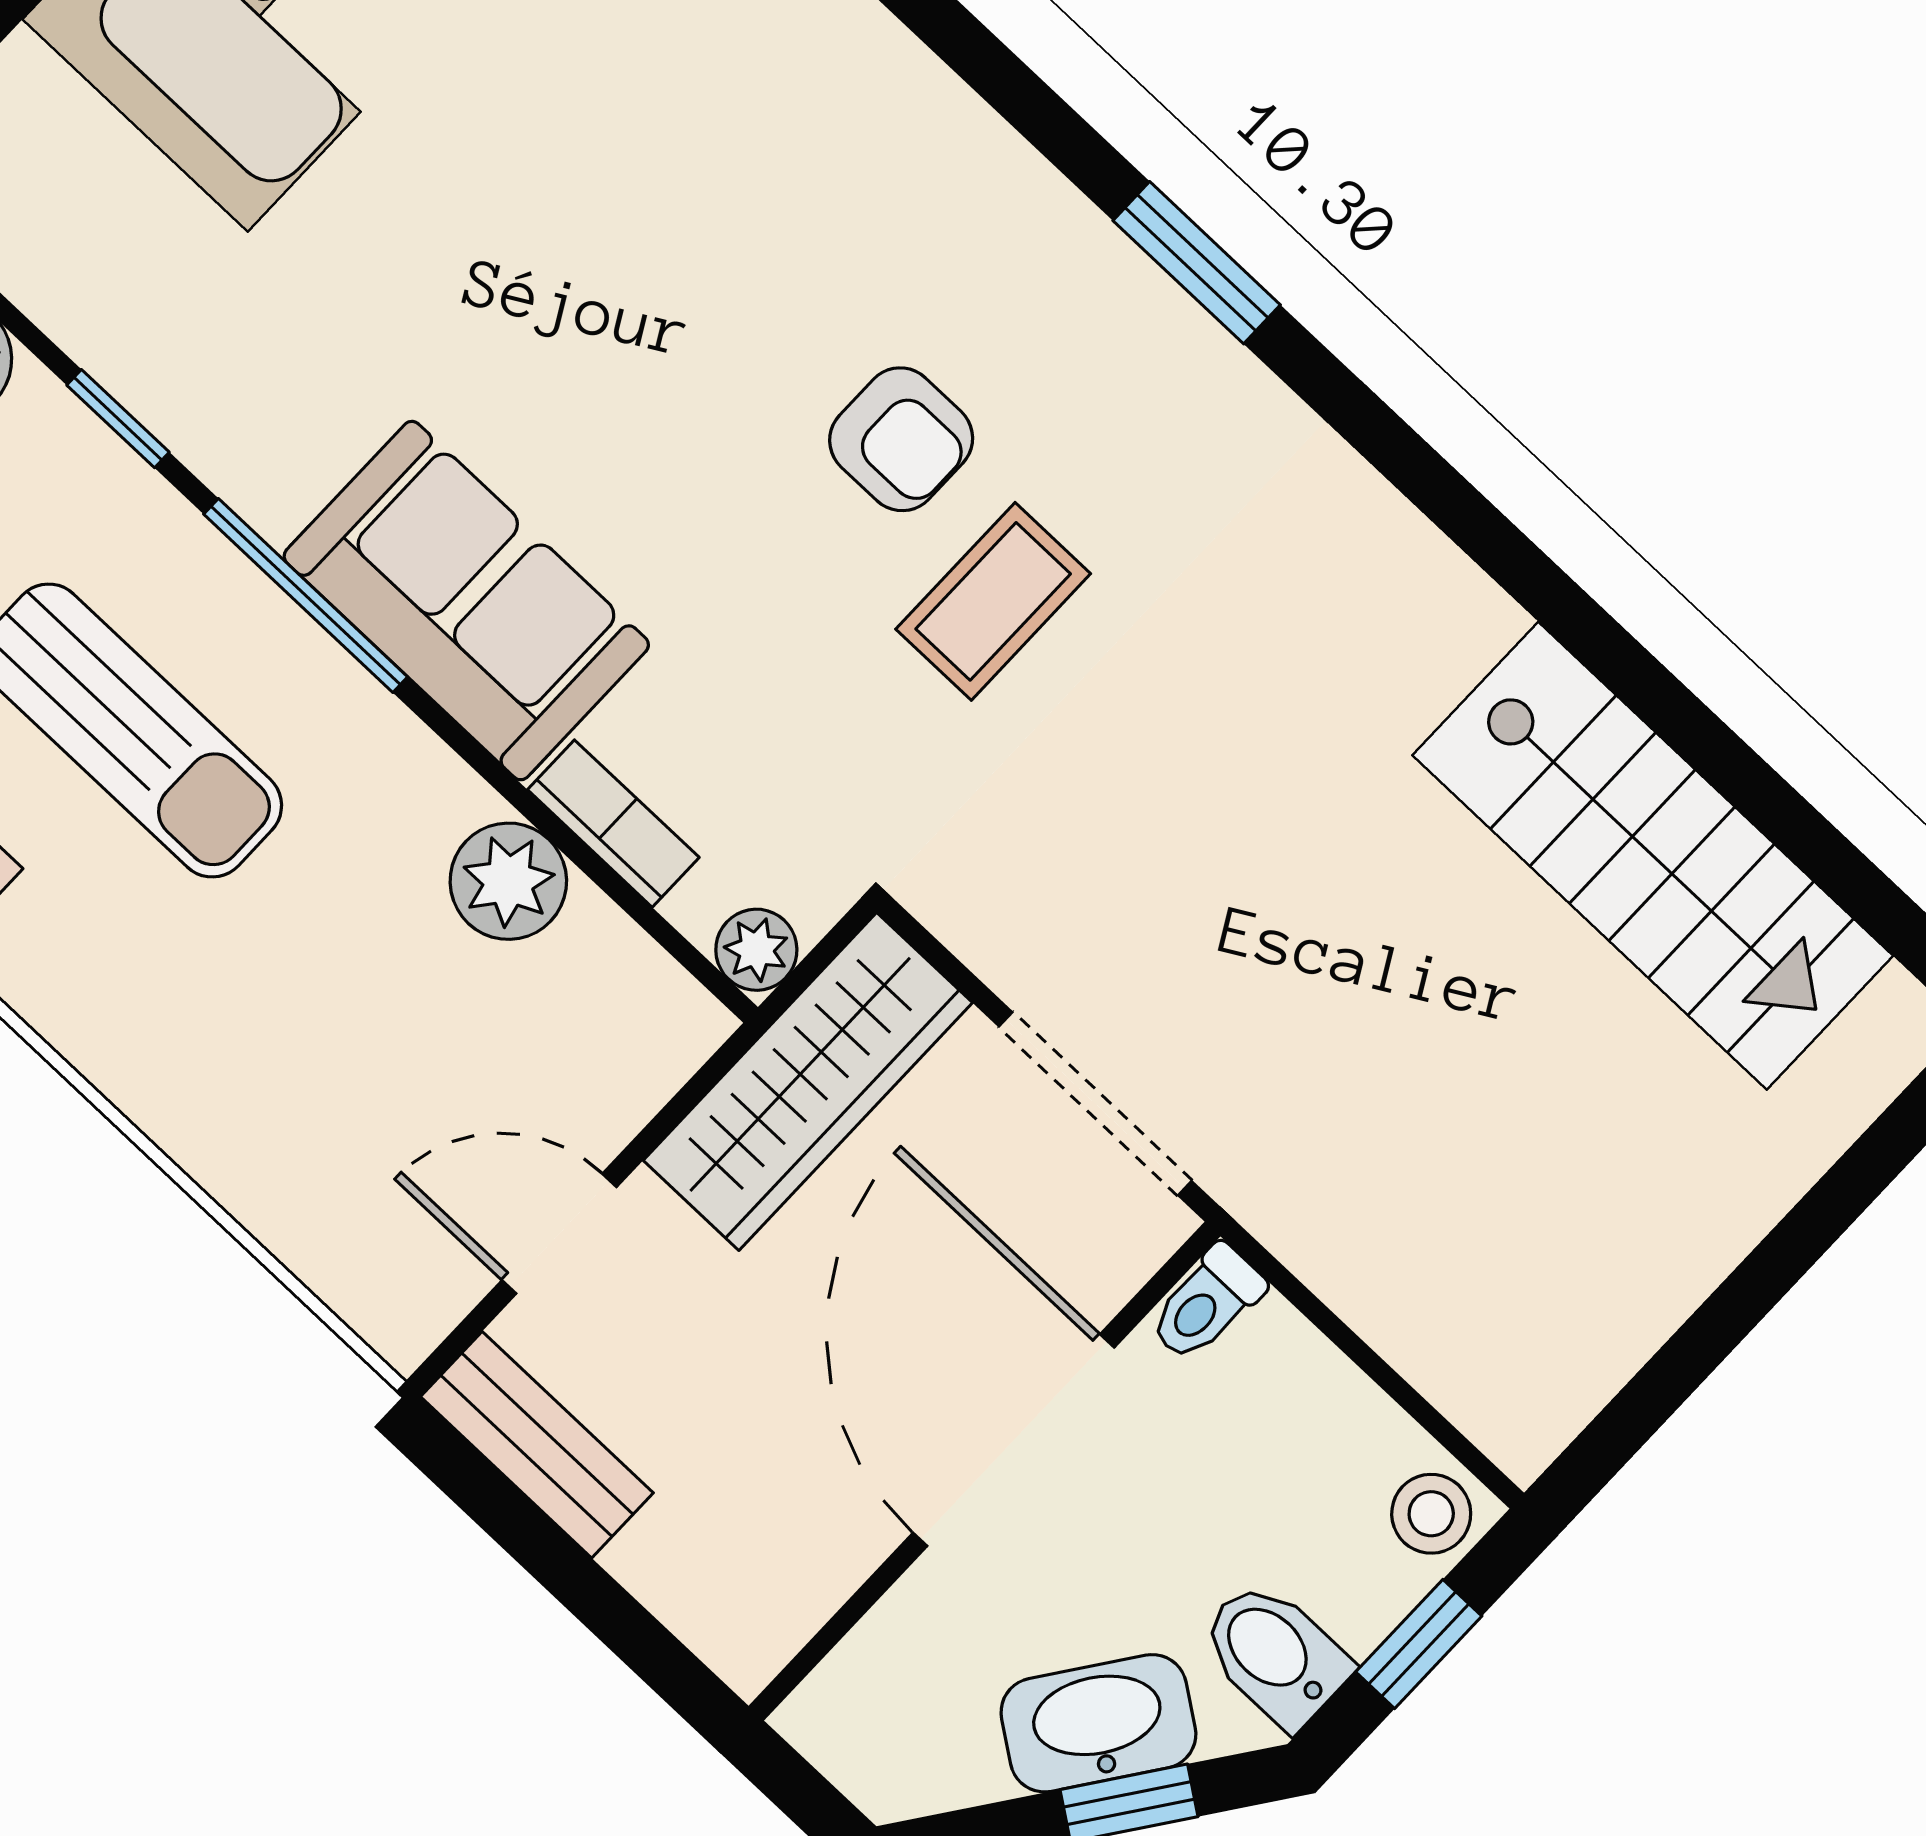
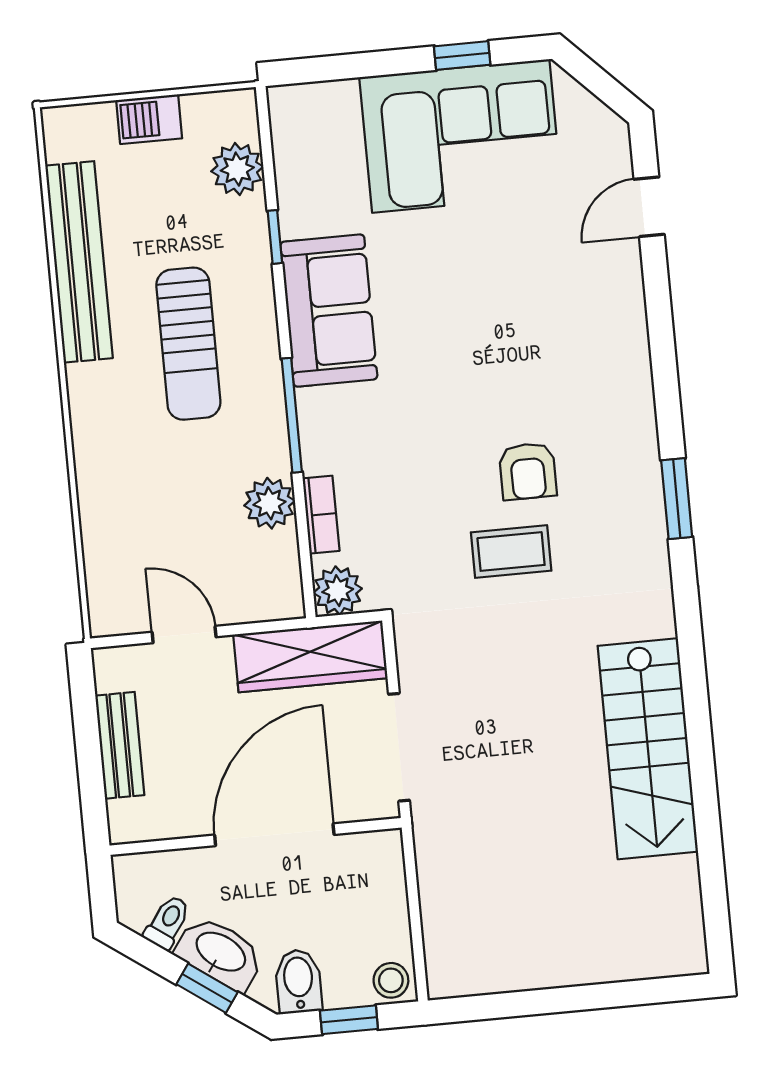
window: (306, 595) -> (292, 415), moved
sofa: (466, 601) -> (329, 311), moved
stairs: (1653, 856) -> (648, 749), moved
plant: (756, 950) -> (338, 591), width x1.38, depth x1.38
toilet: (1206, 1303) -> (168, 922), moved, turned 125
bench: (537, 1445) -> (120, 745), moved

